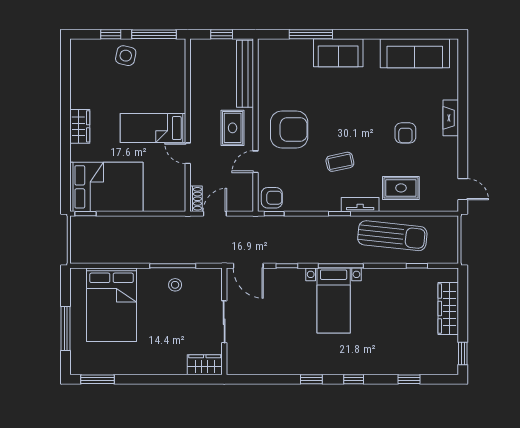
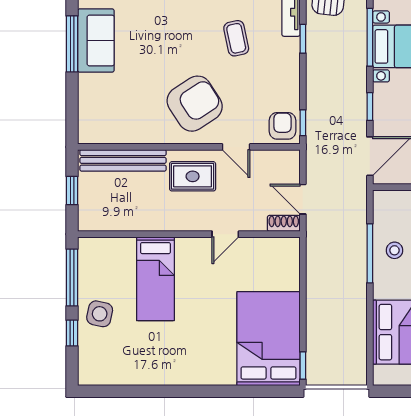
window: (311, 34) -> (72, 44), moved
wardrobe: (80, 126) -> (191, 373), removed
bed: (153, 128) -> (155, 279), moved
armchair: (289, 129) -> (195, 104), turned 57

